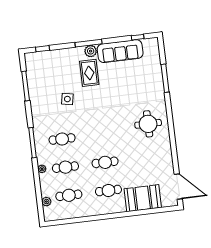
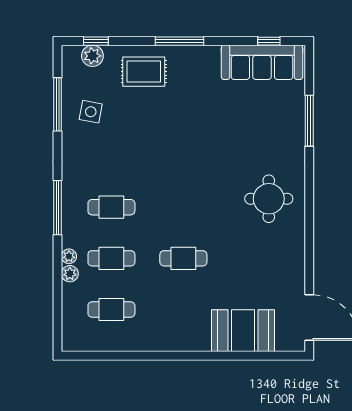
plant: (91, 51) -> (92, 56), moved
sofa: (120, 51) -> (262, 62), moved
rug: (89, 73) -> (144, 72), moved, turned 90
side table: (67, 99) -> (91, 112), moved
cafe table: (108, 191) -> (183, 310), removed
plant: (46, 202) -> (70, 274), moved

